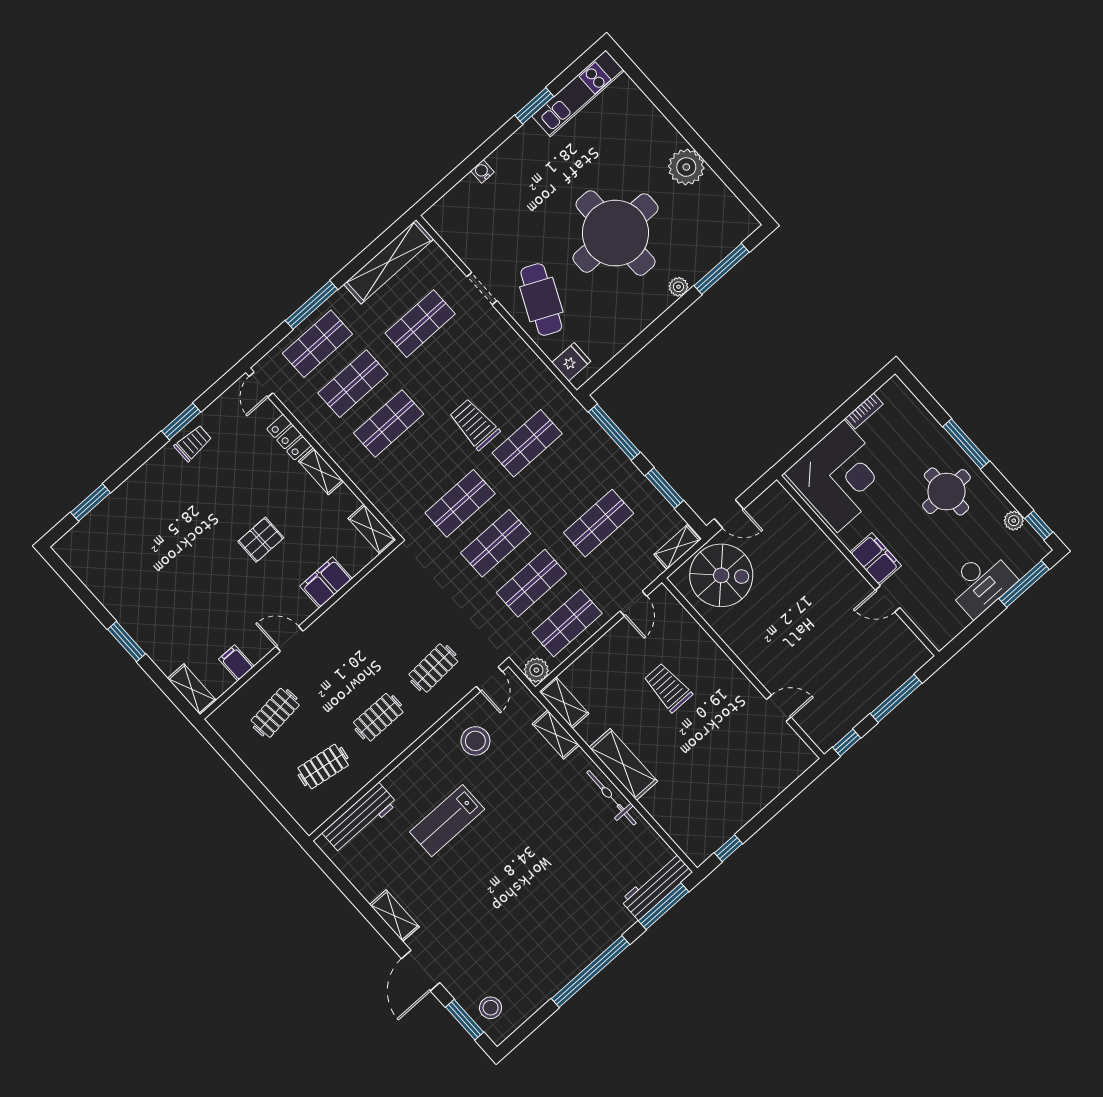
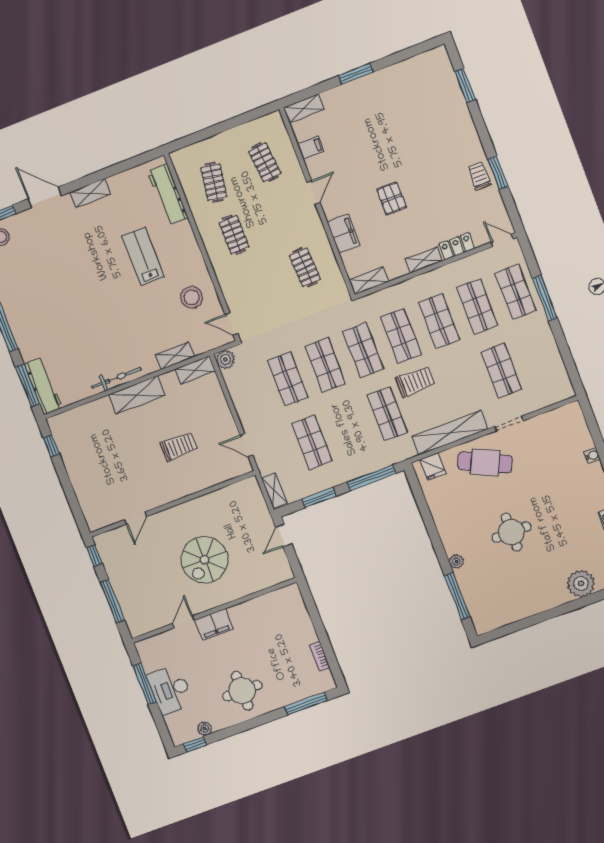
plant: (686, 167) -> (581, 584), moved
round table: (615, 233) -> (511, 532), width x0.54, depth x0.54
shelving: (389, 262) -> (450, 433), moved, turned 90
trolley: (193, 443) -> (479, 176), turned 180
window: (966, 444) -> (306, 704), moved
corner desk: (841, 476) -> (281, 623), removed
spiral stairs: (721, 575) -> (204, 560), moved
window: (1024, 584) -> (145, 684), moved
shop shelf: (567, 623) -> (401, 336), moved
clothes rail: (433, 668) -> (305, 267), moved

